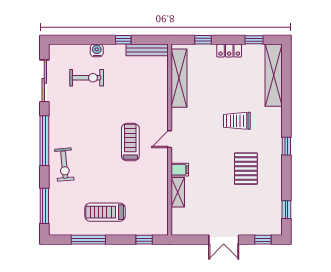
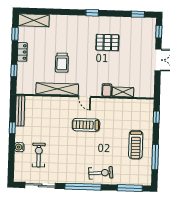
shelving: (274, 75) -> (34, 20), width x0.68
shelving: (179, 78) -> (57, 89), moved
trolley: (237, 121) -> (62, 63), moved

